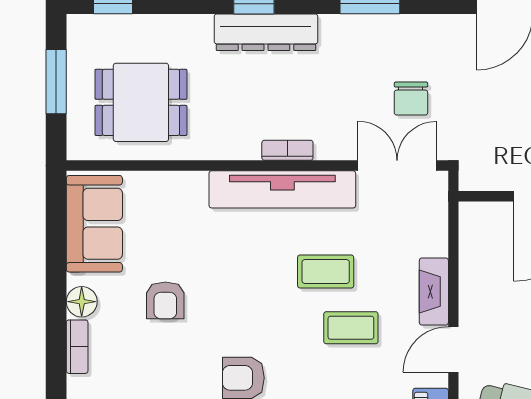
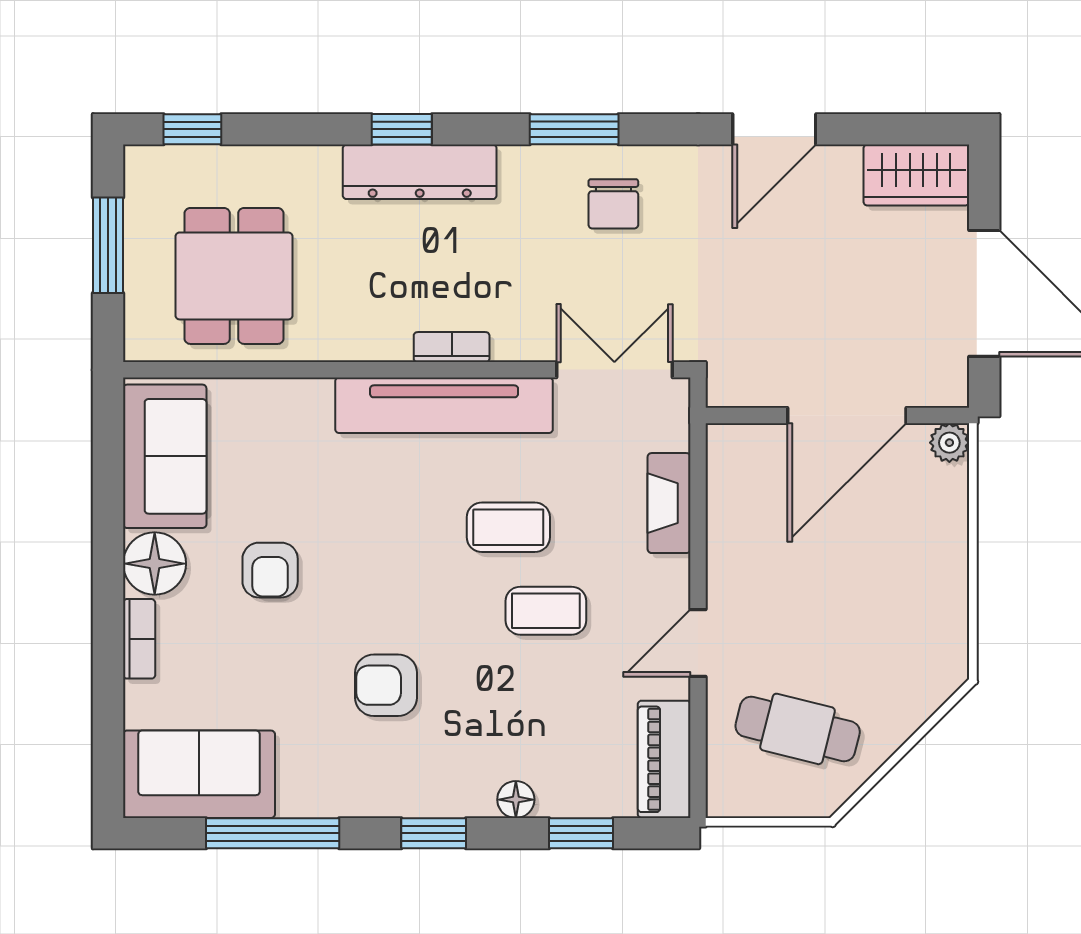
chair: (411, 99) -> (613, 204), moved
dining table: (141, 102) -> (234, 276), turned 90
fireplace: (434, 292) -> (669, 503), moved
floor lamp: (82, 302) -> (155, 564), width x1.38, depth x1.38

